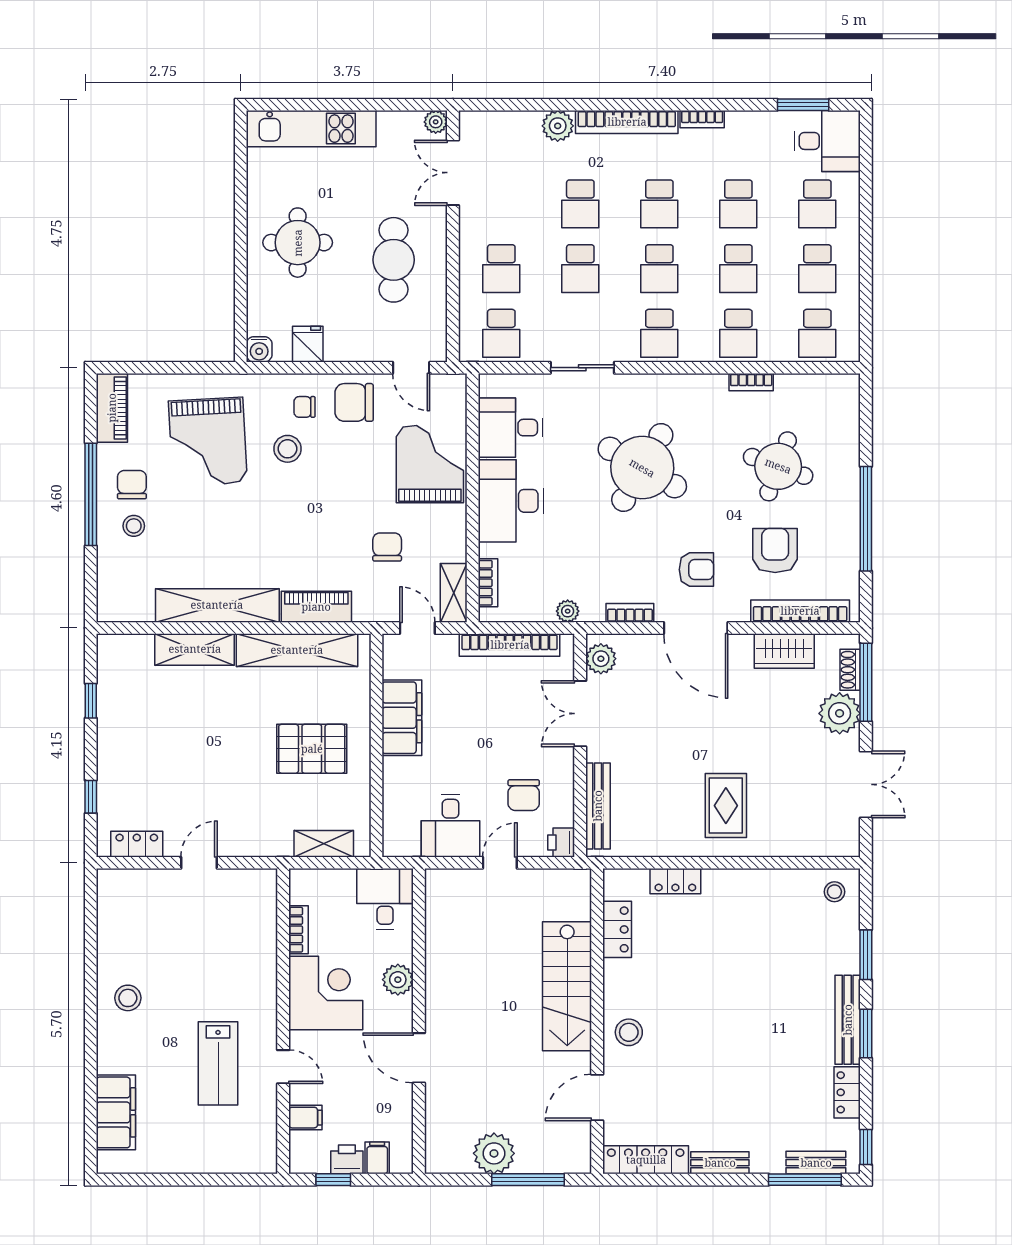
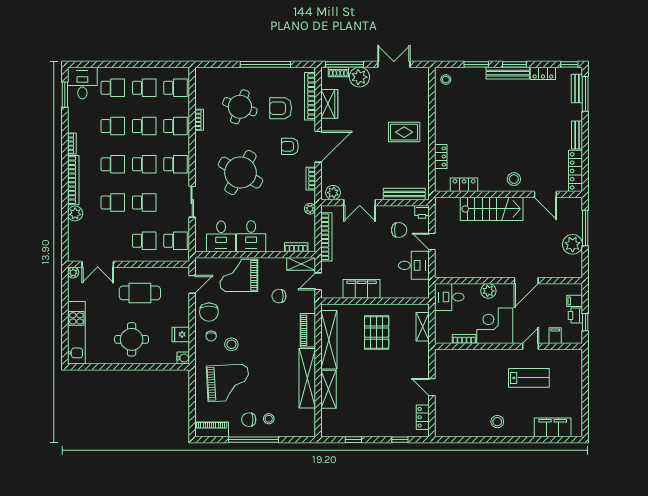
desk: (511, 501) -> (251, 236), width x0.73
armchair: (696, 570) -> (290, 146), turned -90

